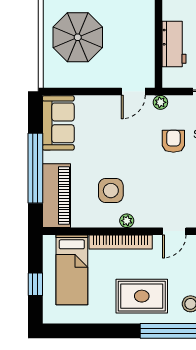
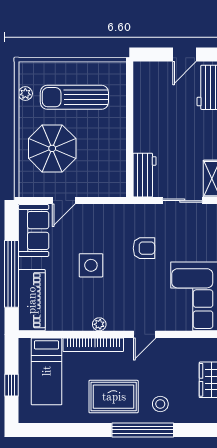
workbench: (174, 44) -> (145, 175), moved
door: (133, 92) -> (64, 201), moved
plant: (160, 102) -> (131, 211), removed
armchair: (173, 141) -> (144, 248), turned 90
side table: (111, 191) -> (91, 265), moved

